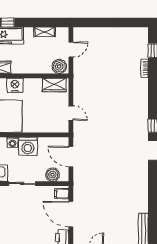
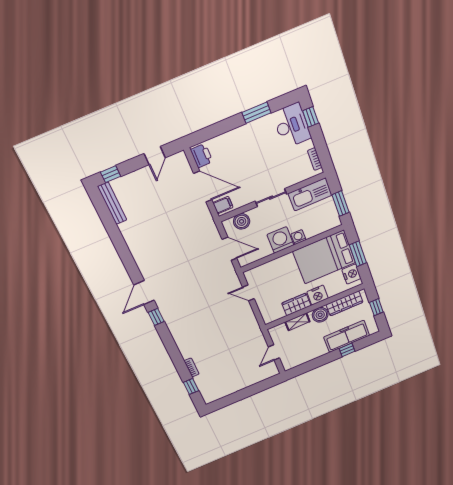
shelving: (45, 32) -> (297, 322), moved
boiler: (59, 66) -> (320, 315), moved
wardrobe: (54, 85) -> (296, 304), moved

